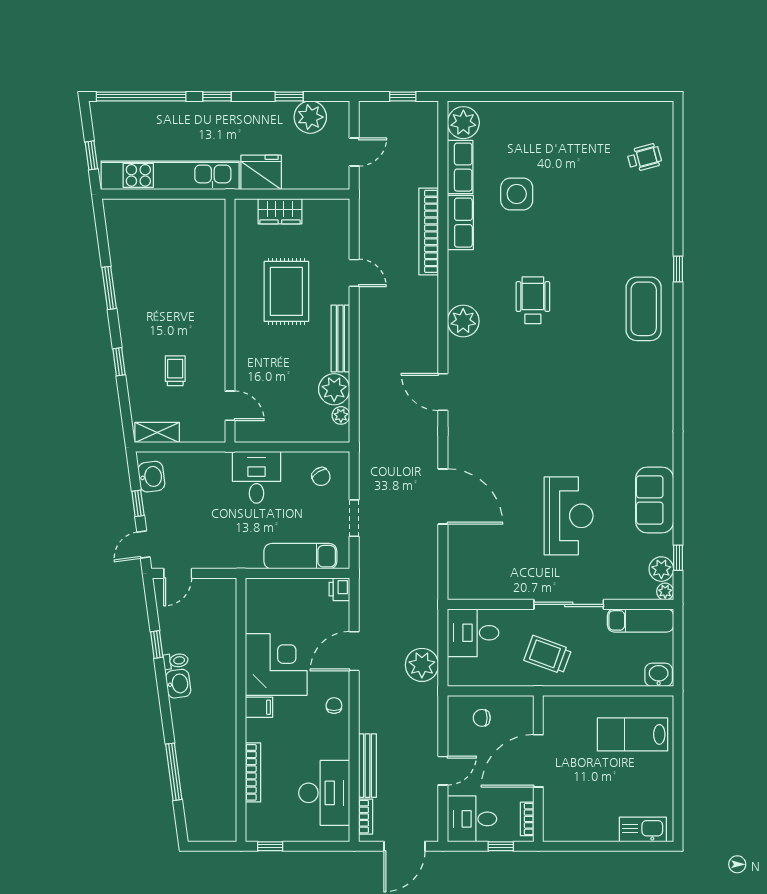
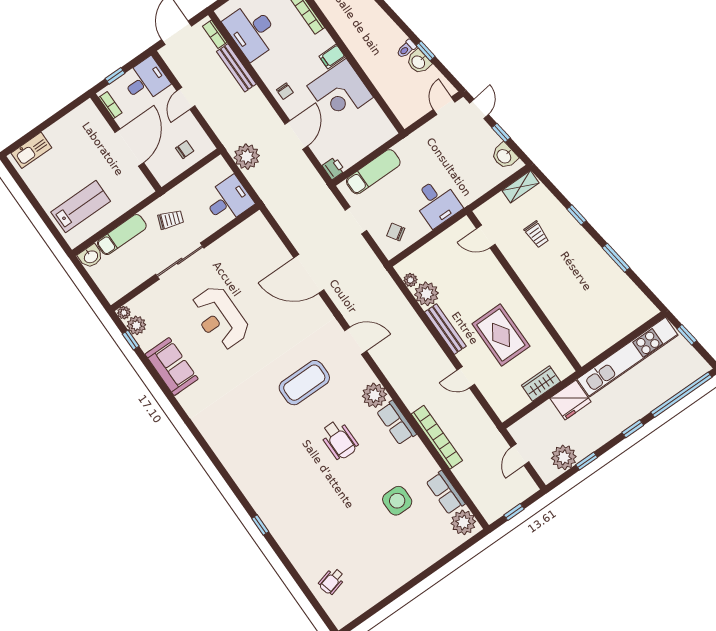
row of seats: (460, 223) -> (396, 423), moved
coffee table: (644, 309) -> (304, 383), moved, turned 90
exam couch: (641, 620) -> (122, 235), moved, turned 180
trolley: (548, 655) -> (171, 219), width x0.73, depth x0.72
washbasin: (178, 684) -> (419, 62), moved

